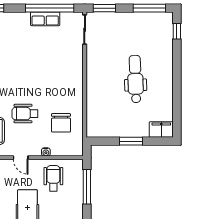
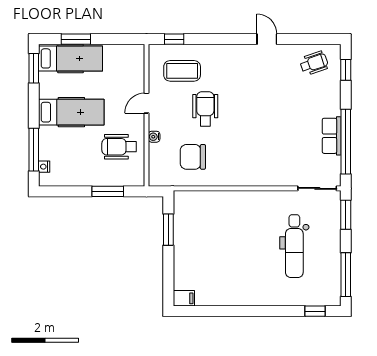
dental chair: (135, 79) -> (294, 246), moved, turned 92
filing cabinet: (161, 130) -> (184, 298), width x0.50
window: (131, 141) -> (168, 230), moved
wheelchair: (53, 178) -> (119, 147), turned 180
window: (87, 187) -> (108, 191), width x0.69

